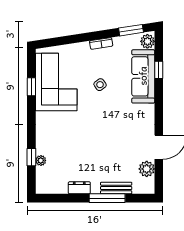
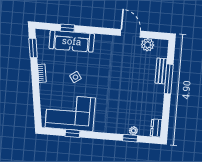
plant: (147, 41) -> (43, 35), removed
dresser: (79, 188) -> (156, 128), moved

